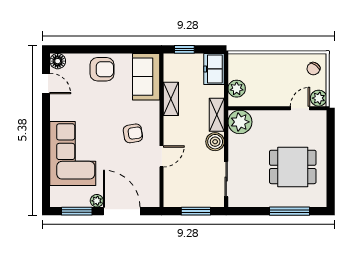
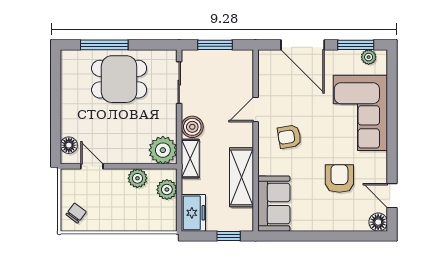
armchair: (102, 69) -> (339, 178), moved, turned 90
plant: (319, 98) -> (137, 178), moved
shelving: (171, 99) -> (241, 177), width x1.50, depth x1.33
door: (300, 108) -> (92, 166), swing flipped
floor lamp: (320, 126) -> (69, 145), added
dining table: (293, 167) -> (119, 79), moved
plant: (97, 201) -> (369, 57), moved

